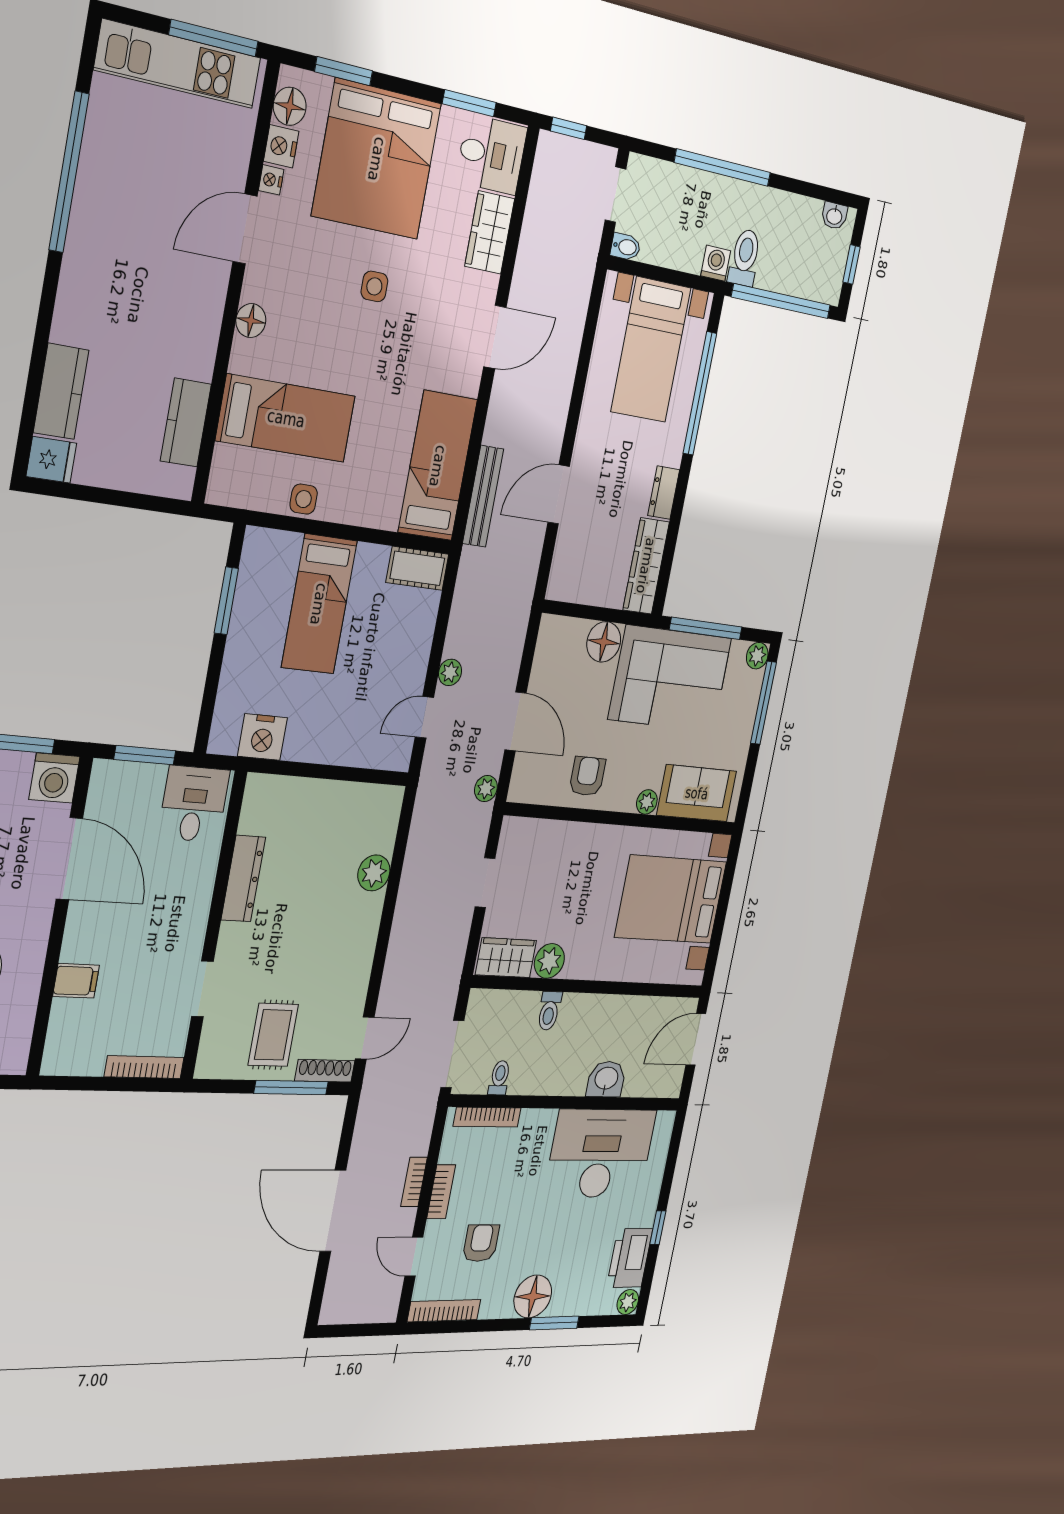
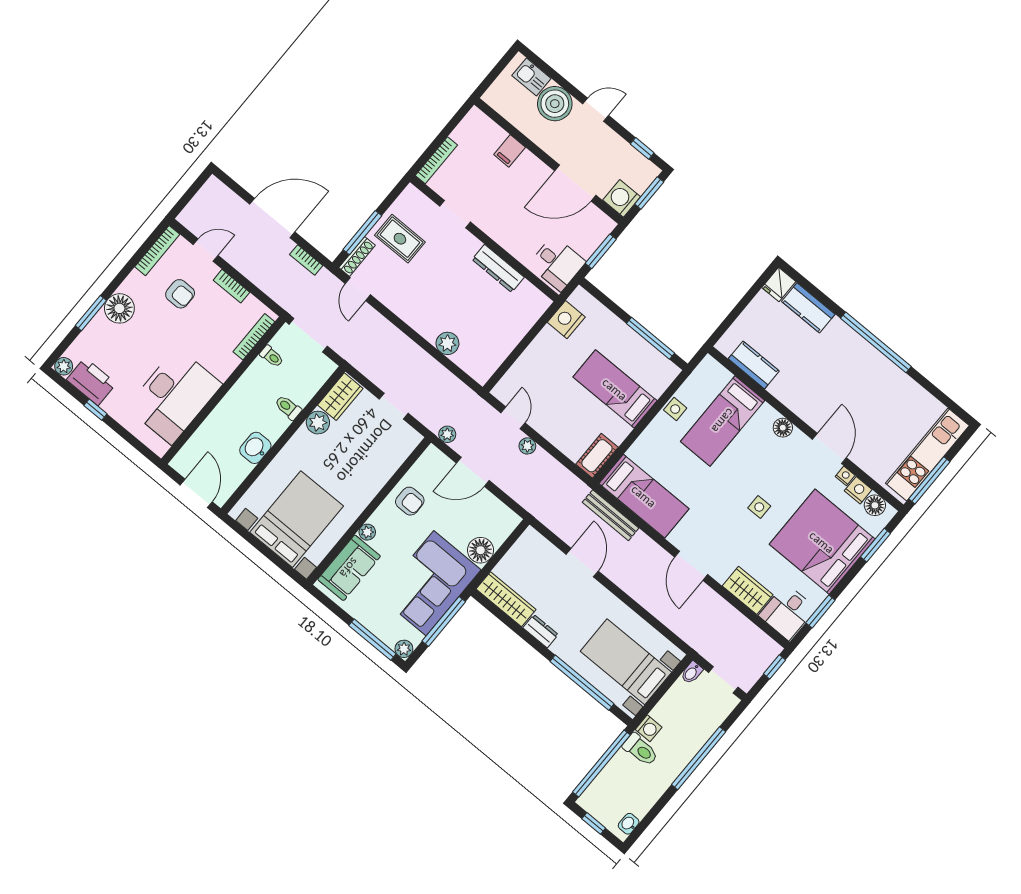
window: (69, 172) -> (876, 342), moved
window: (226, 601) -> (650, 338), width x1.44
washbasin: (606, 1079) -> (255, 448), moved, turned 180
bookcase: (414, 1182) -> (306, 260), moved, turned 180

